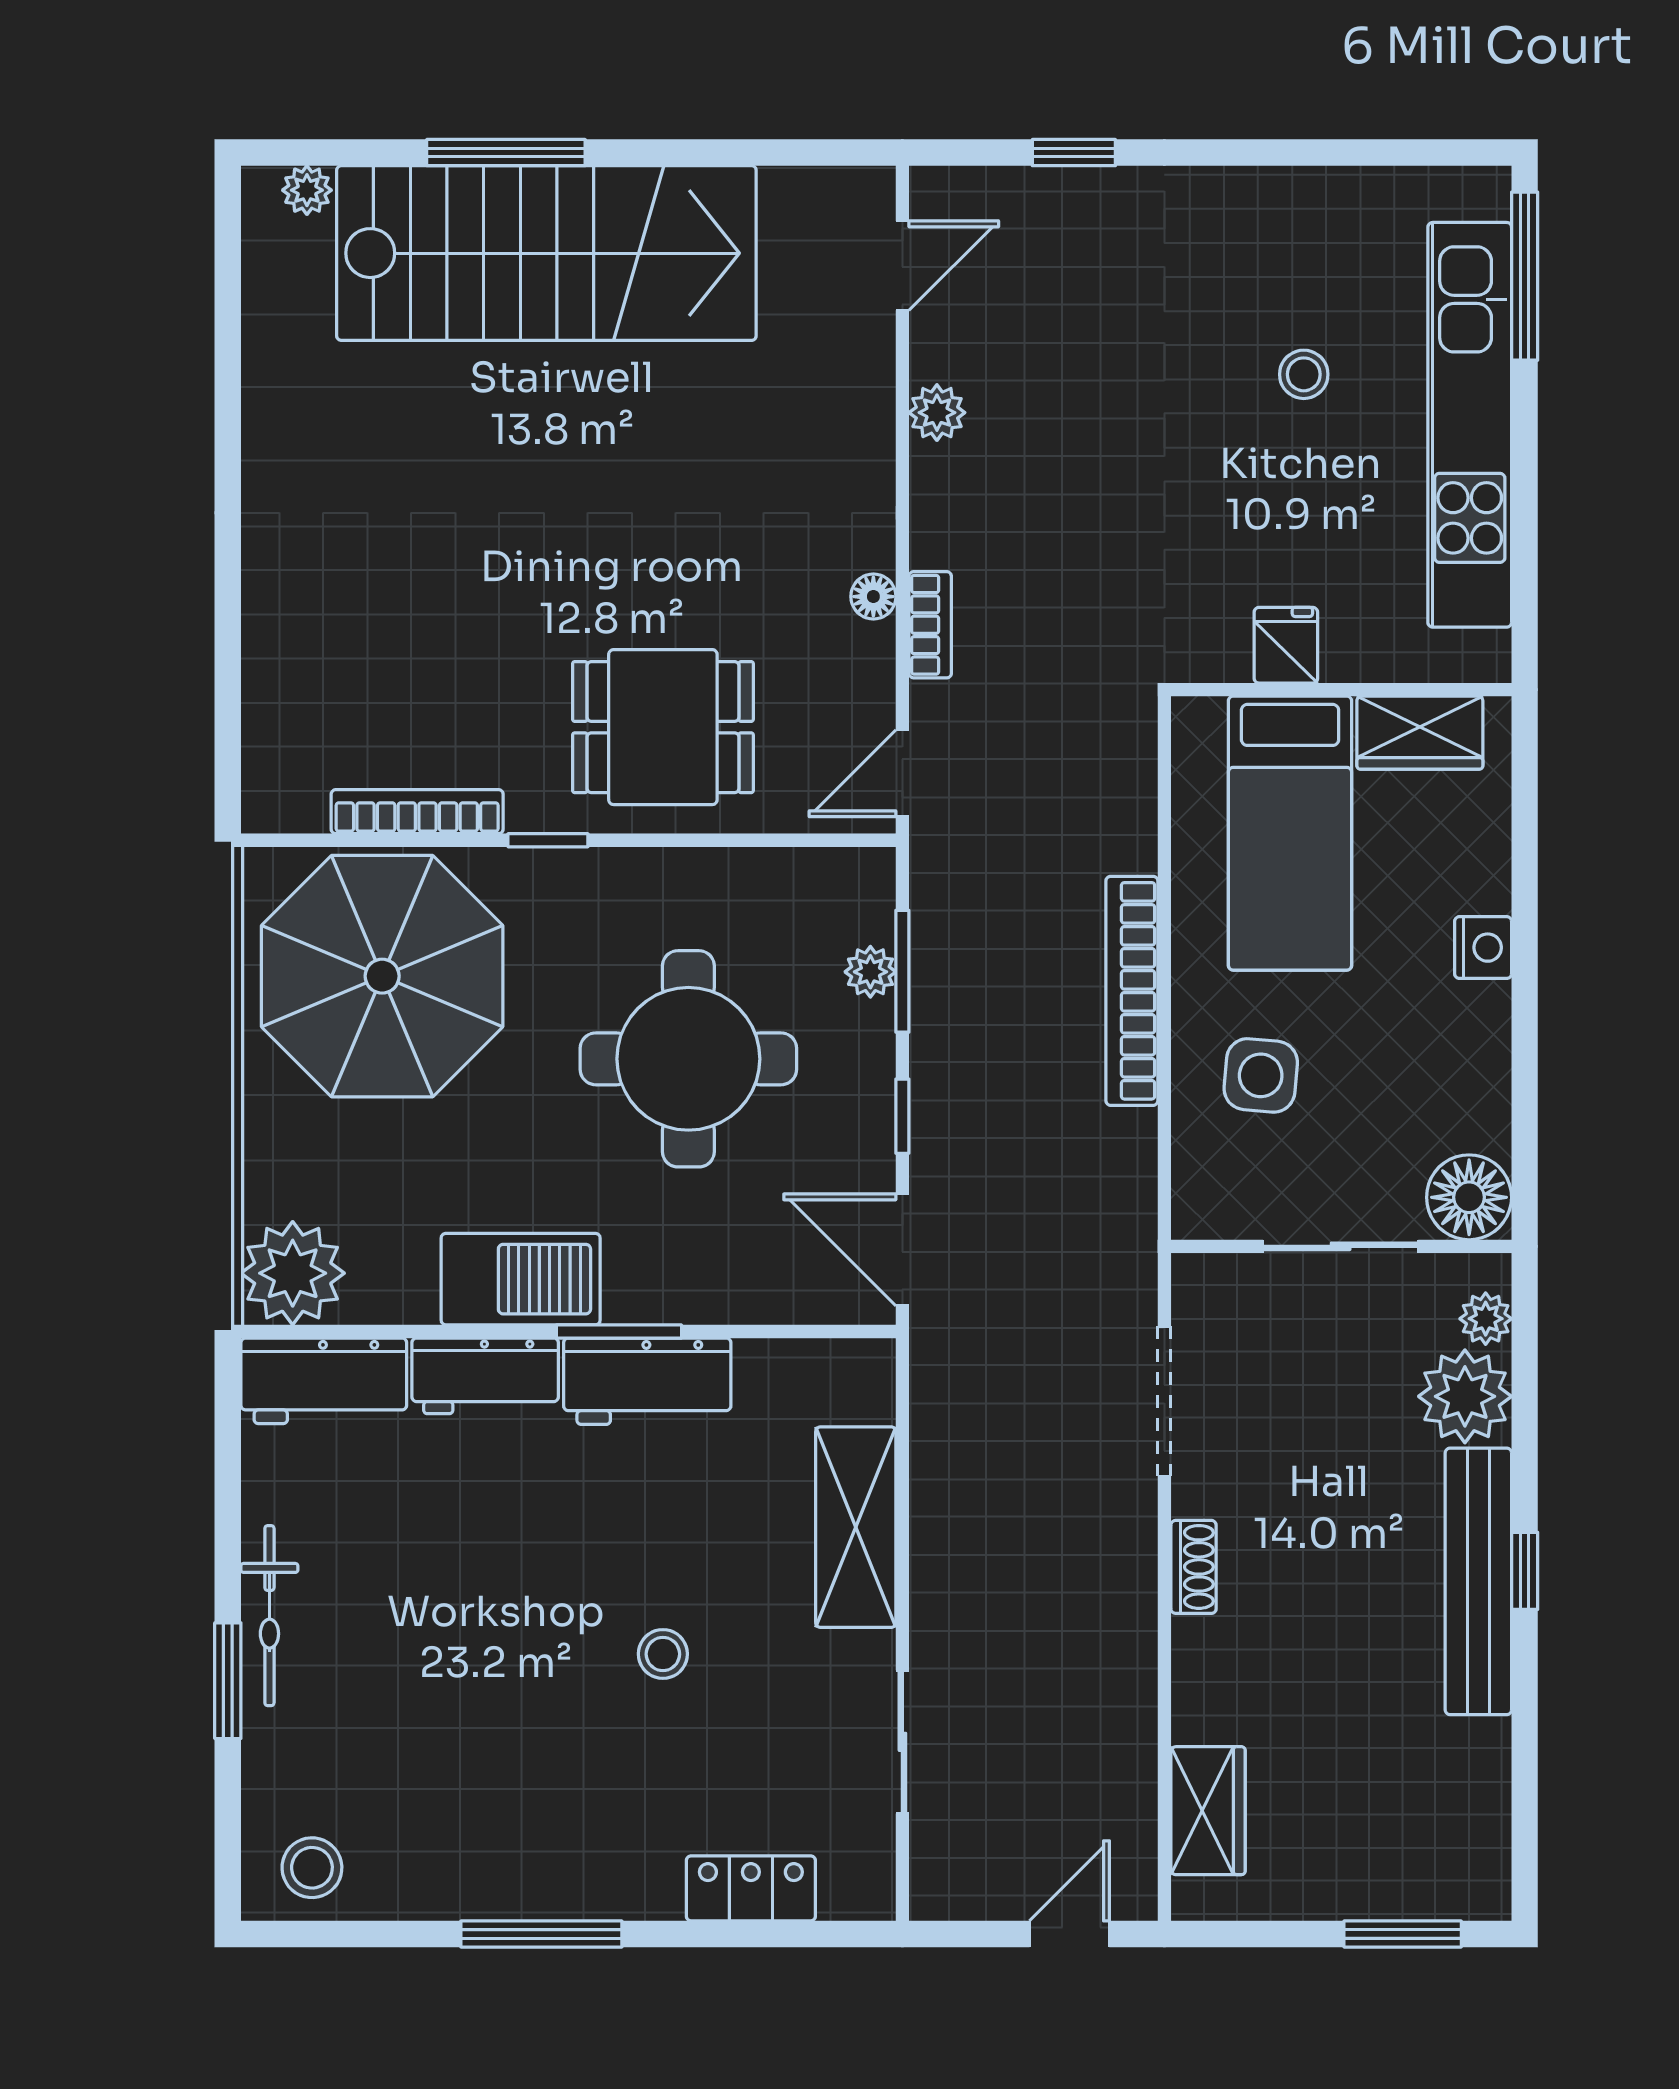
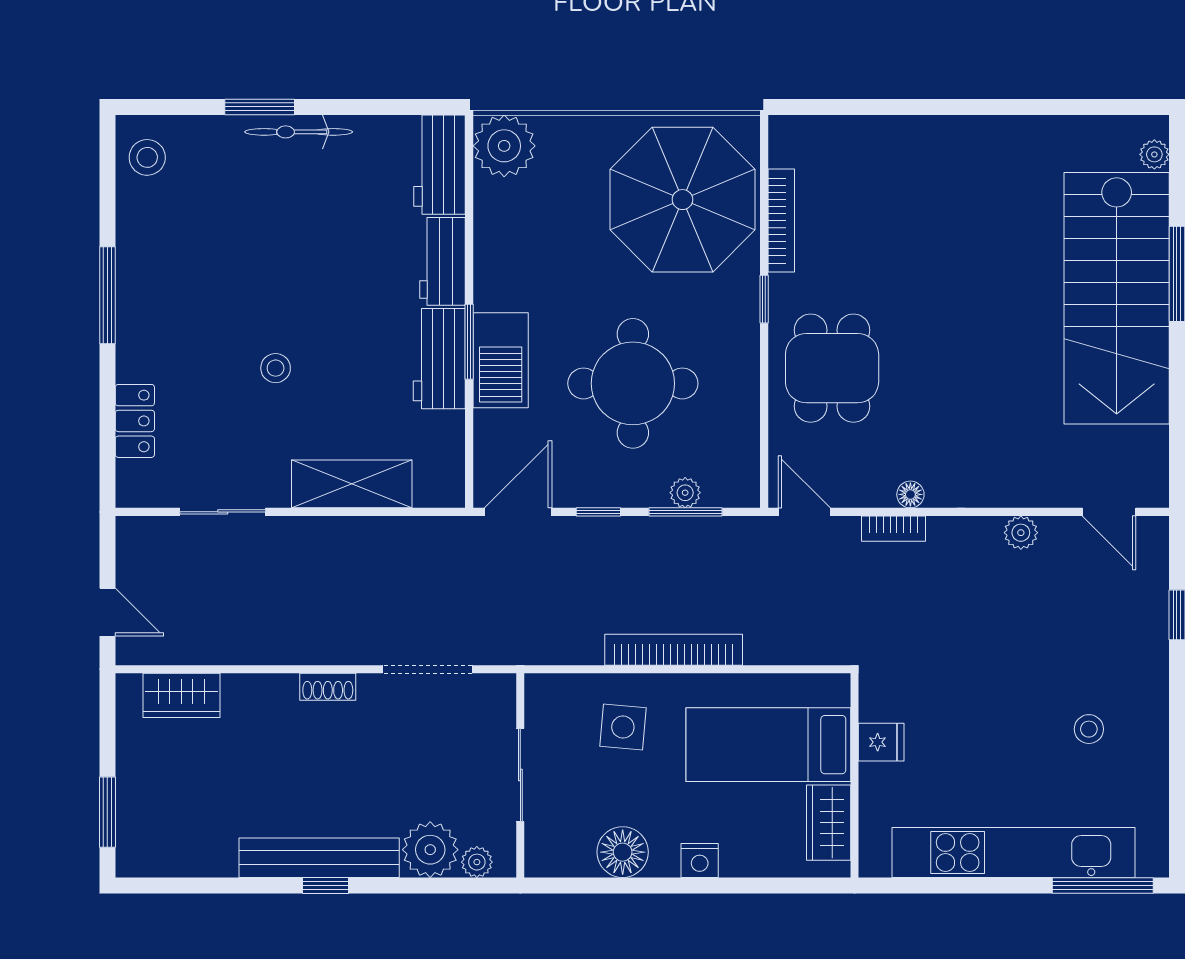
stool: (1304, 374) -> (1089, 729), moved
floor lamp: (1469, 1197) -> (623, 852), moved
barbecue: (521, 1279) -> (501, 360), moved

